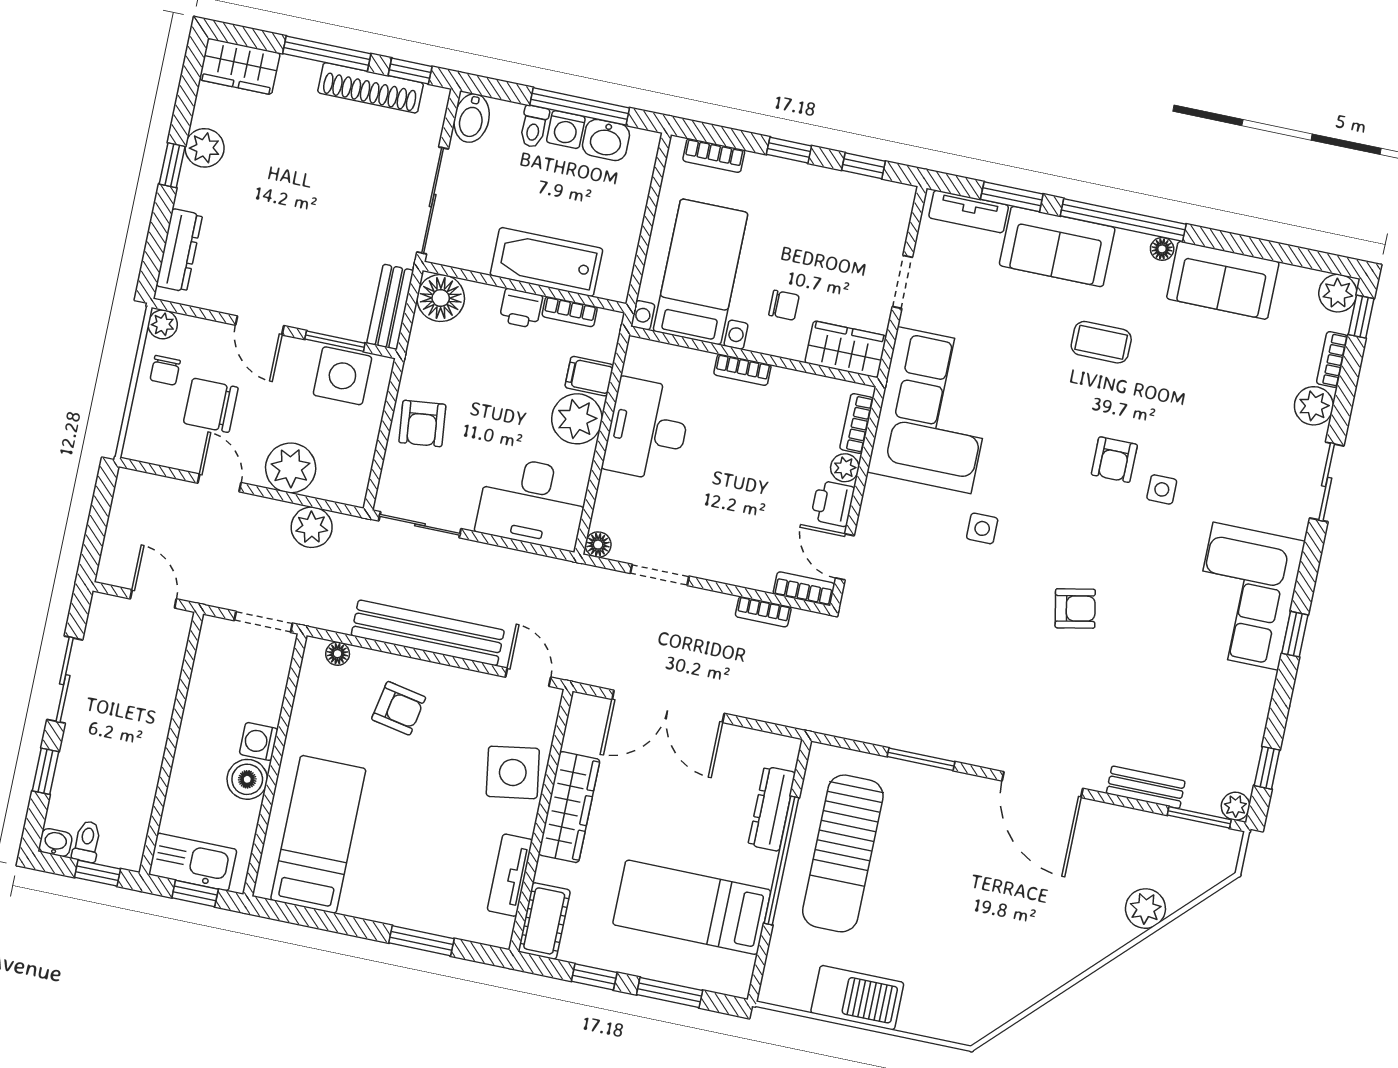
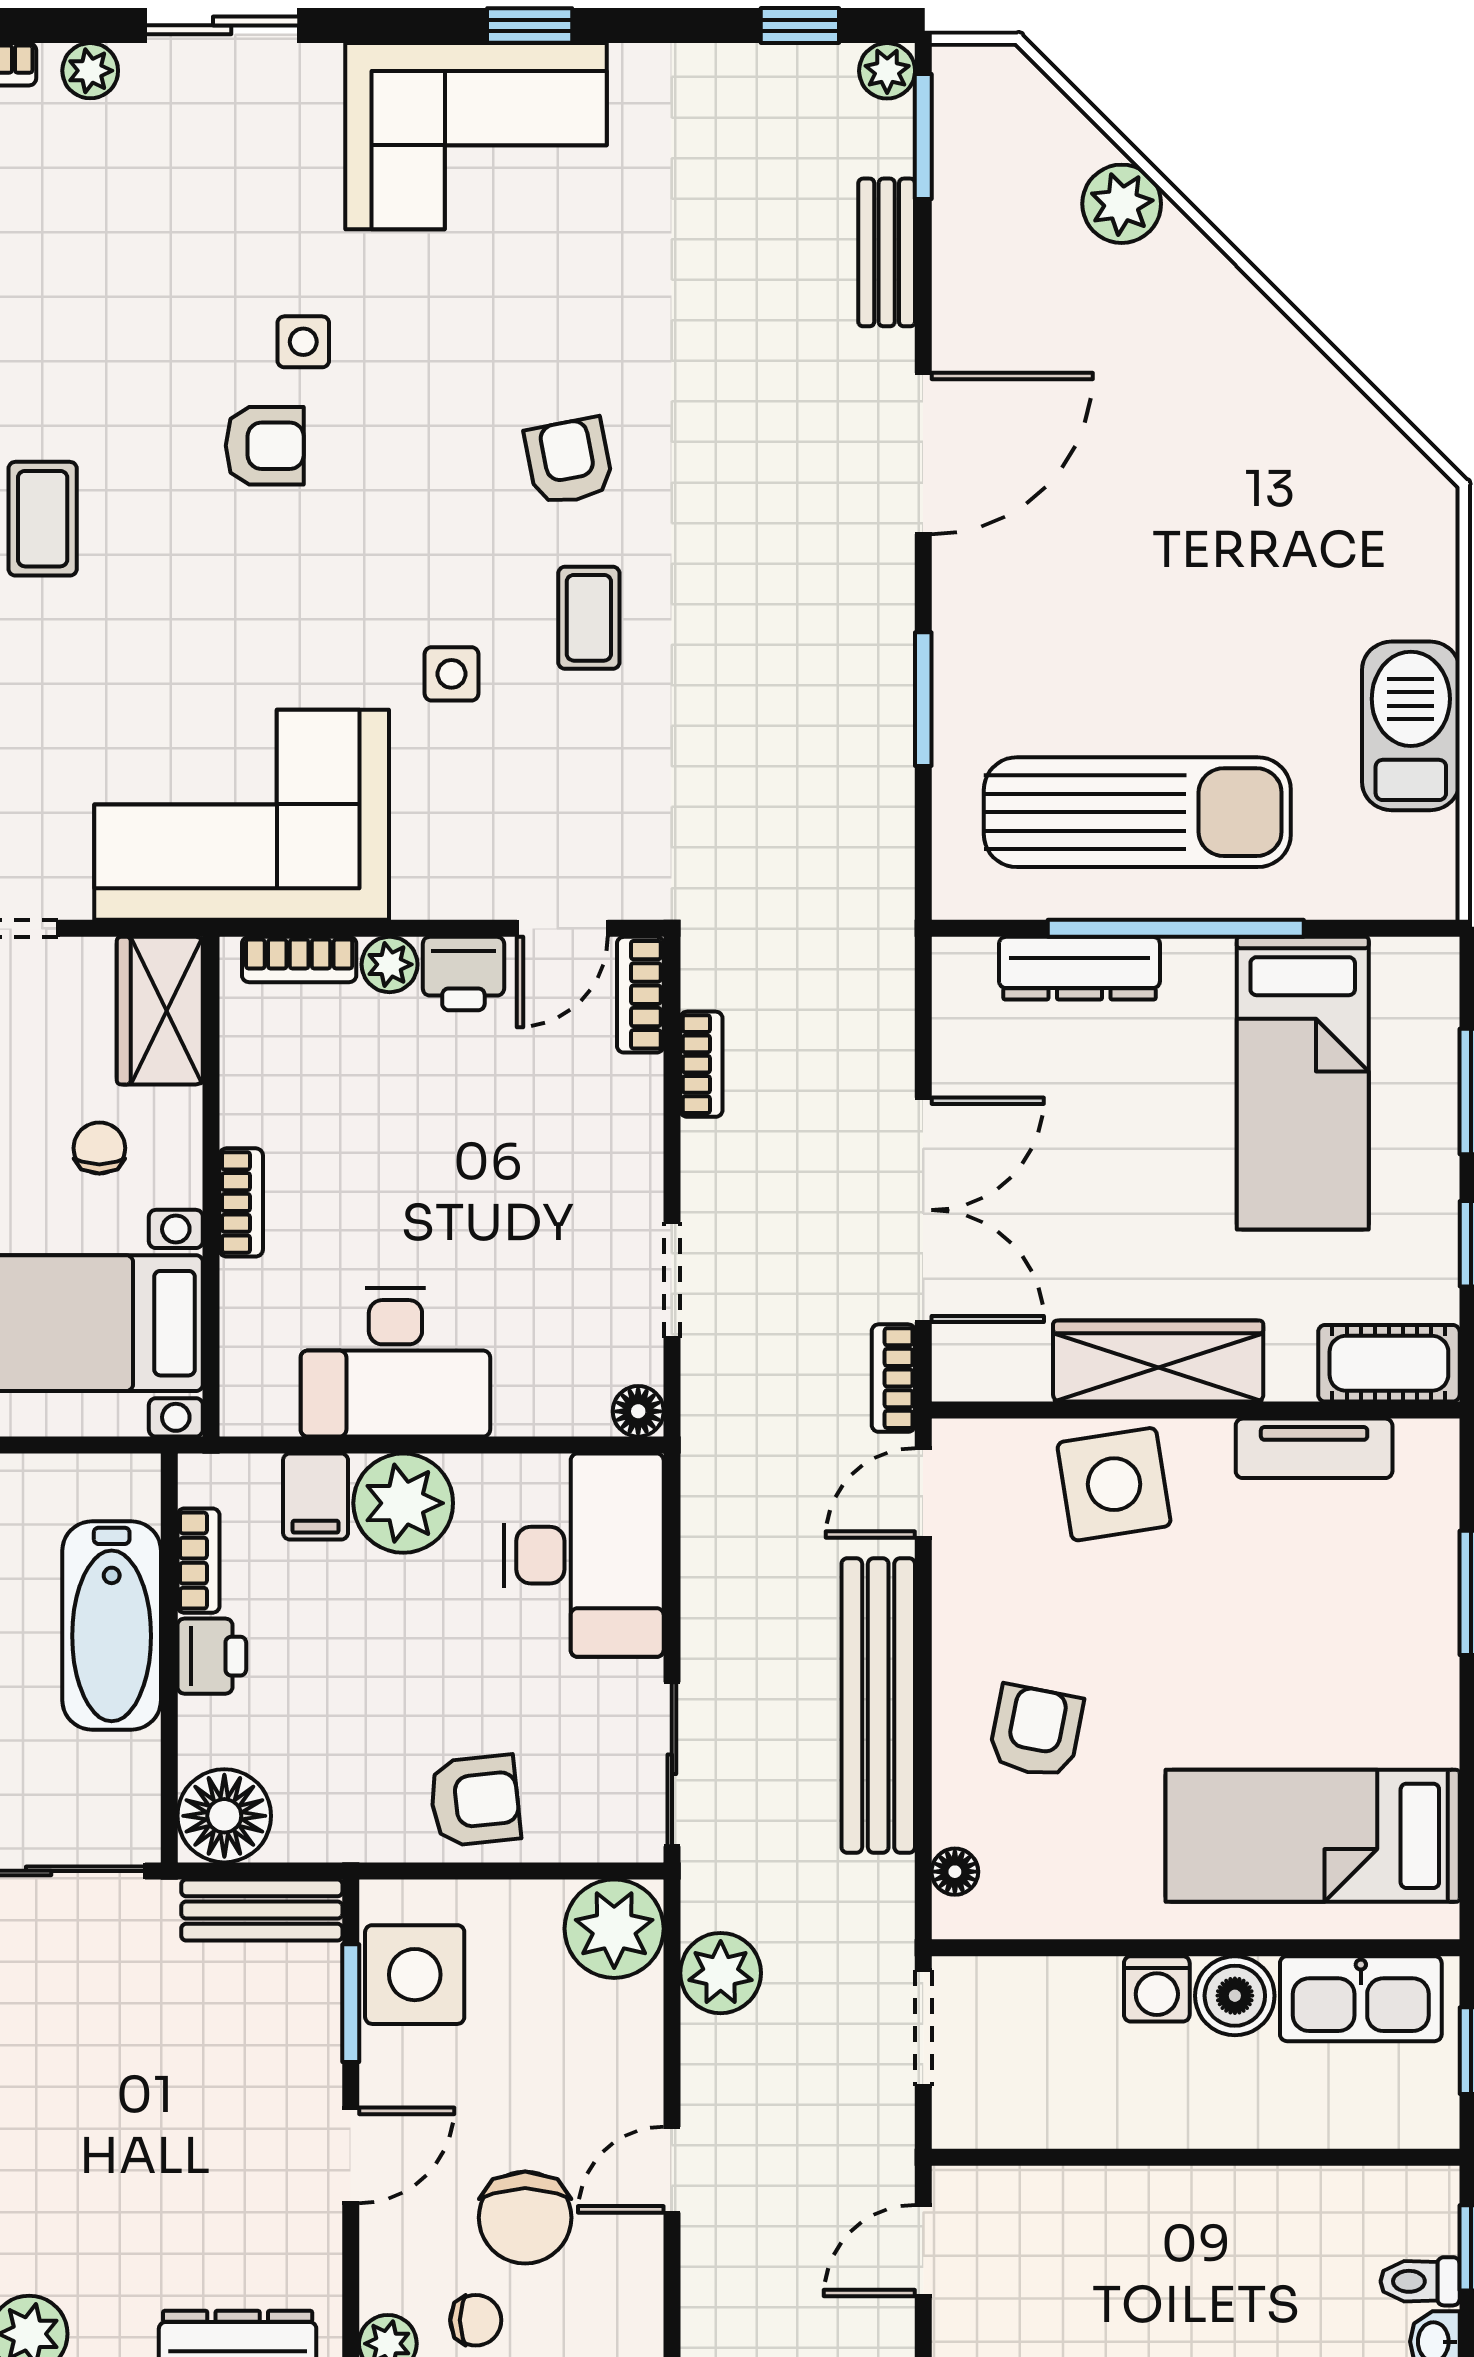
plant: (1314, 406) -> (90, 71), width x0.73, depth x0.73
plant: (291, 468) -> (614, 1929), moved
coffee table: (996, 602) -> (589, 618), added
bookcase: (588, 674) -> (893, 1378), added
kitchen sink: (193, 862) -> (1361, 1999), moved, turned -90

